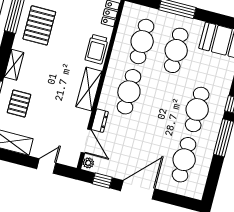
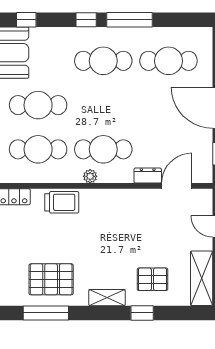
shelving: (89, 89) -> (113, 199), removed
plant: (88, 163) -> (90, 176), moved

